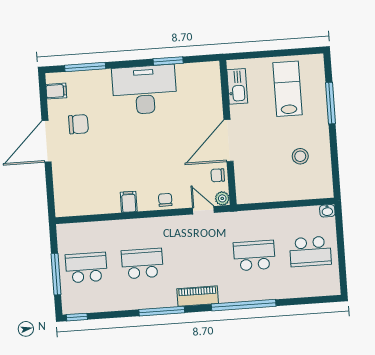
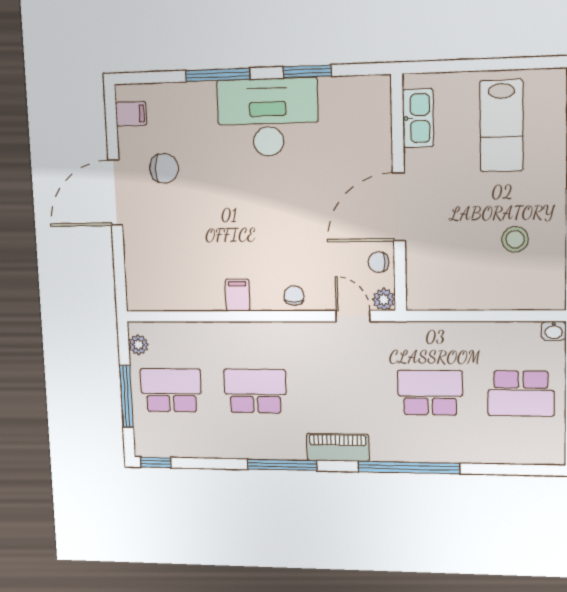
window: (85, 67) -> (218, 75), moved
lab bench: (288, 89) -> (502, 126), turned 180
plant: (64, 239) -> (138, 345), added

